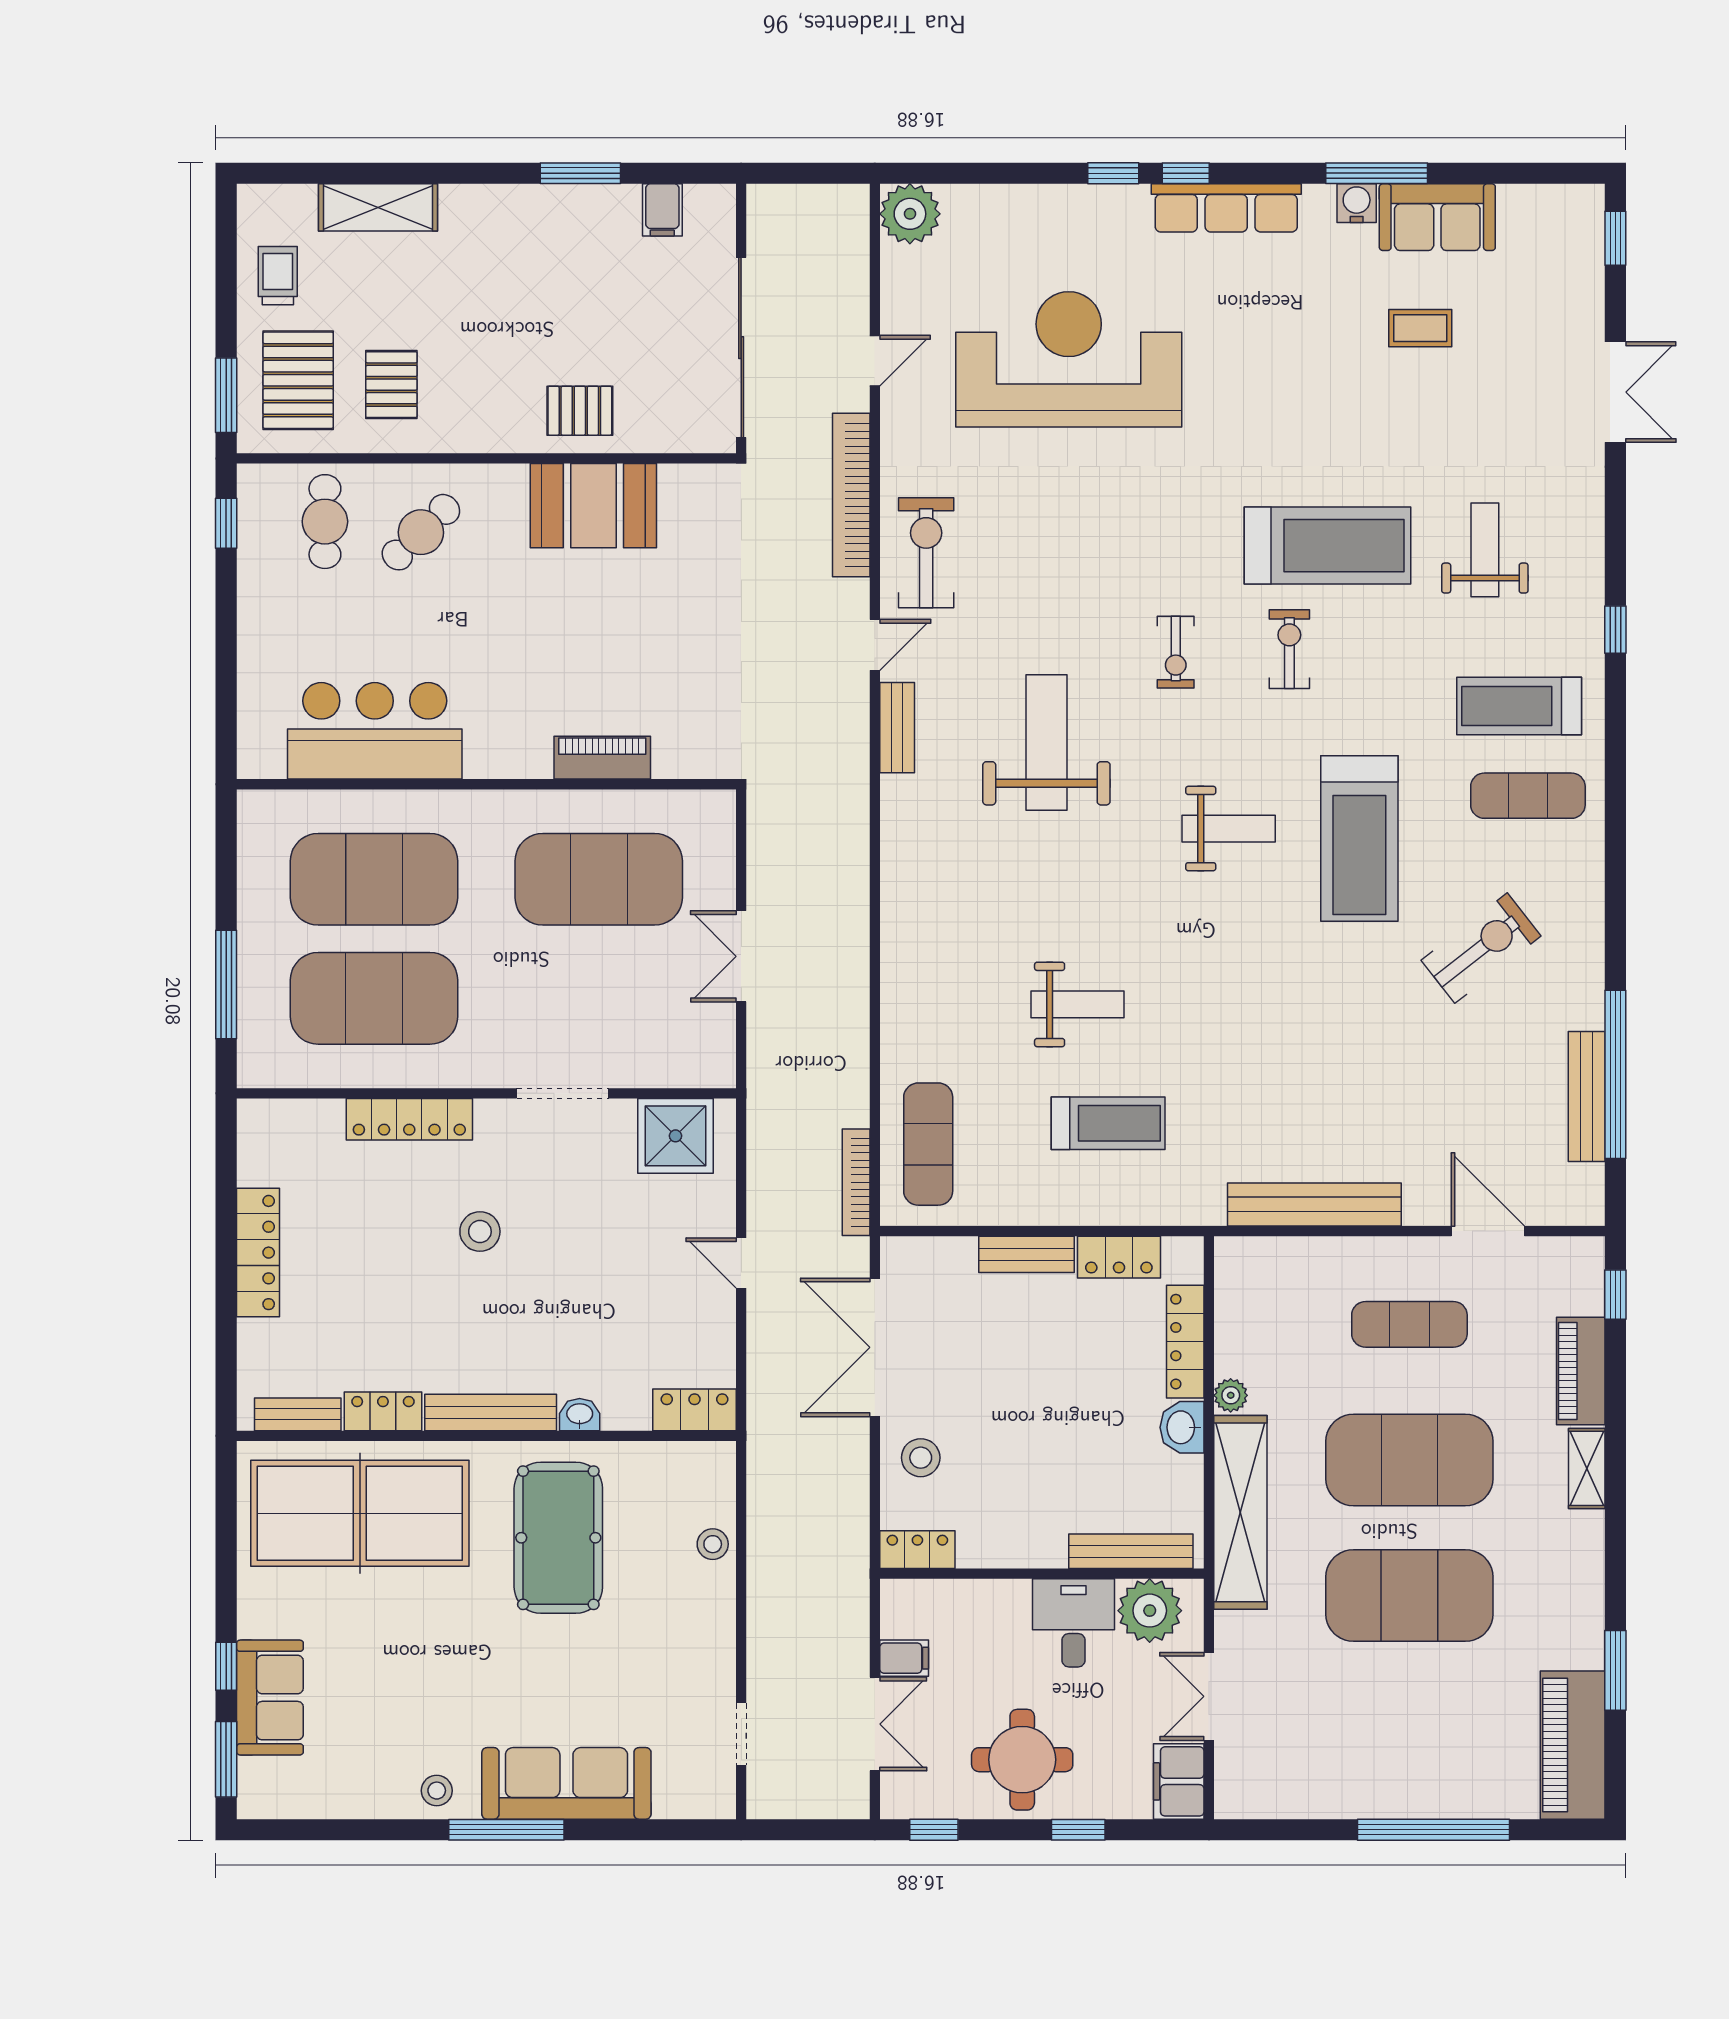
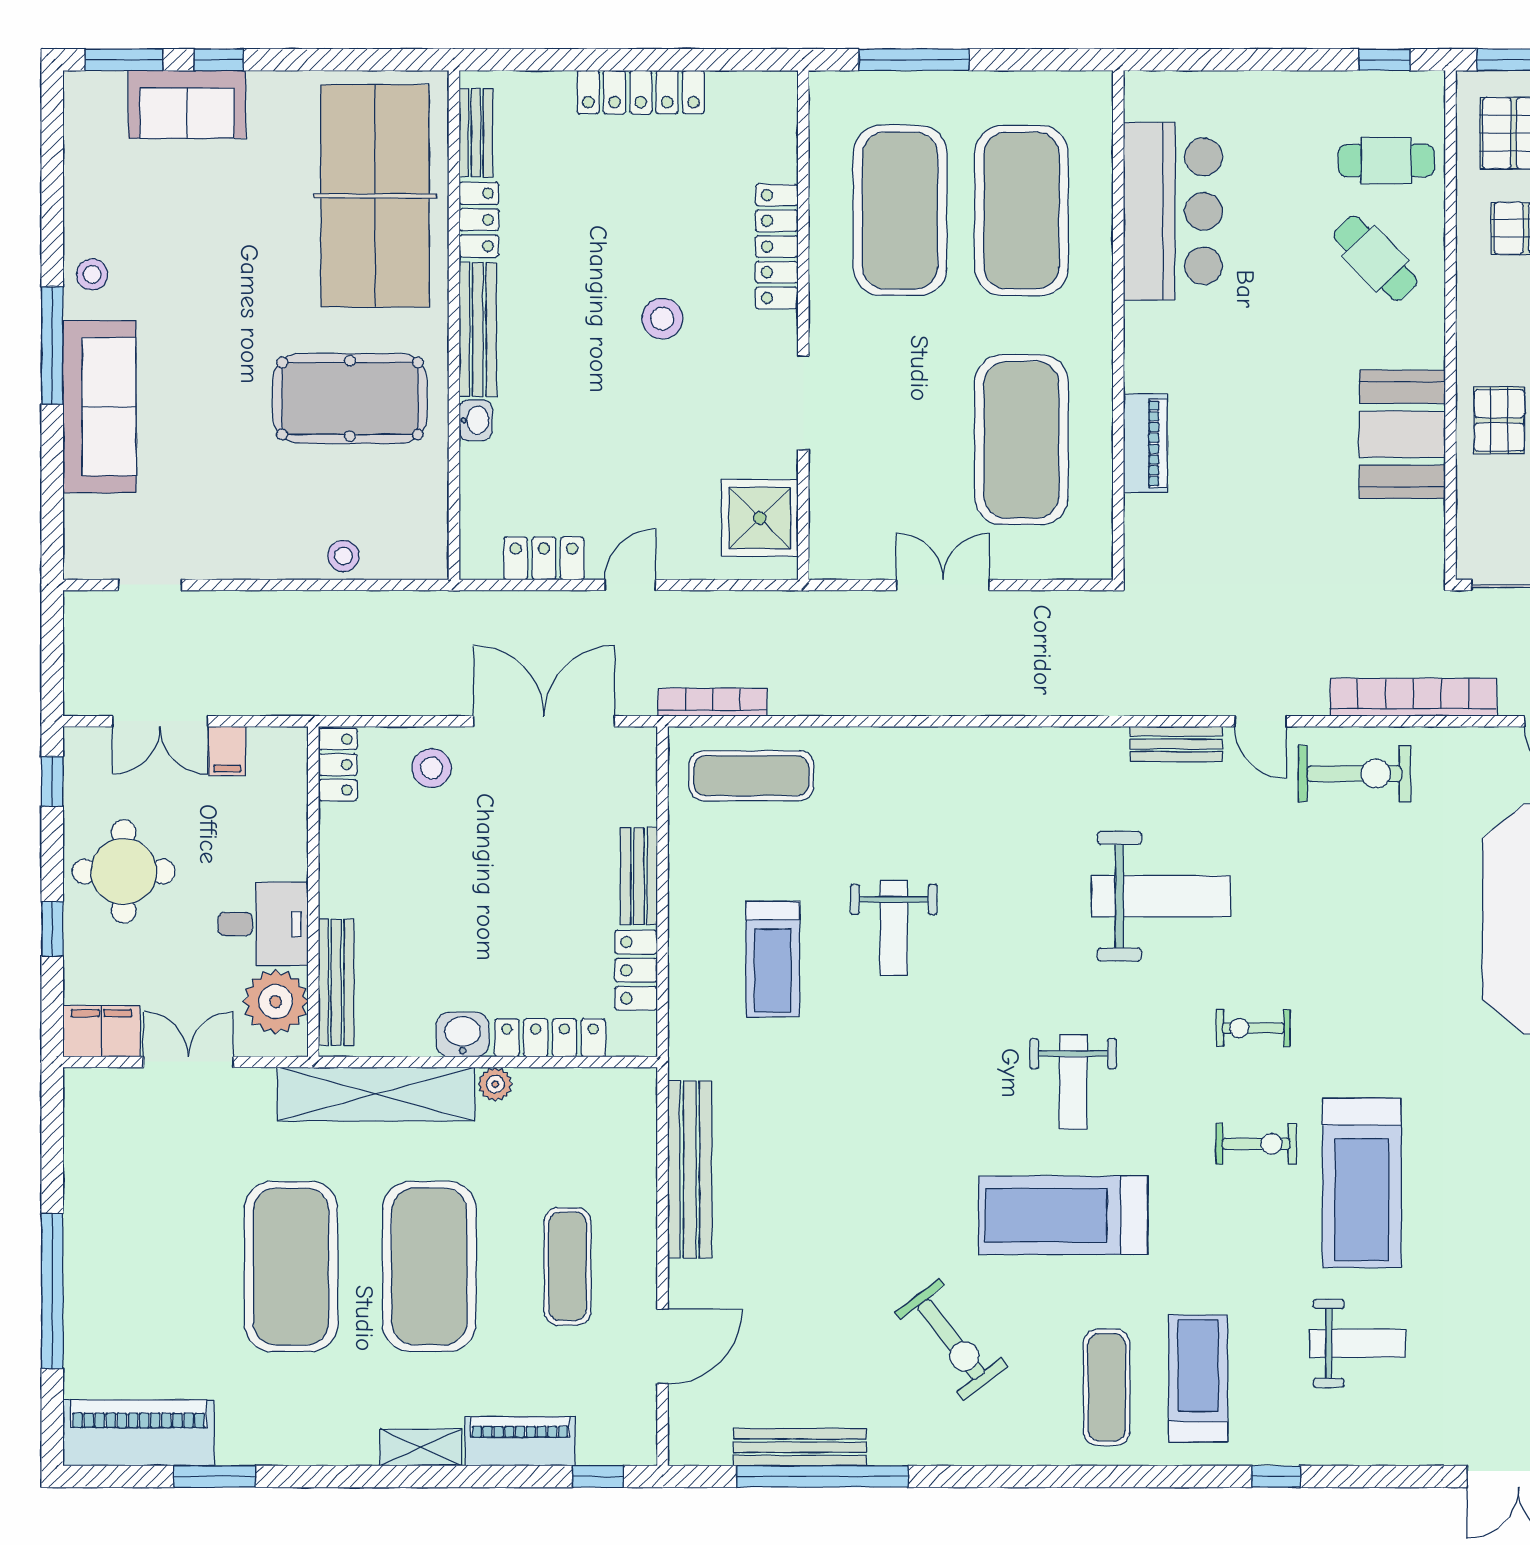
locker: (695, 1410) -> (544, 558), moved, turned -90

